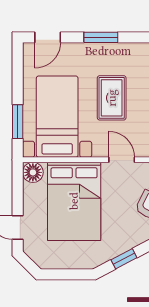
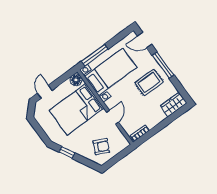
window: (101, 37) -> (163, 65), width x1.44
rug: (112, 98) -> (149, 82), moved
window: (18, 122) -> (95, 55), width x1.44

